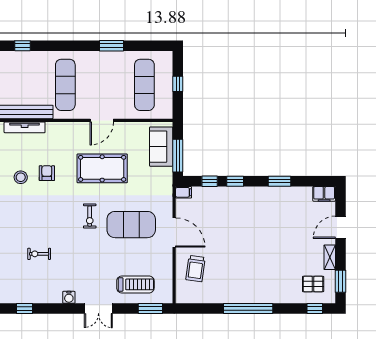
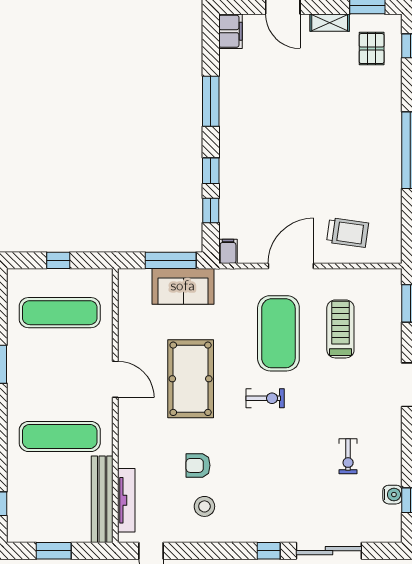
sofa: (161, 147) -> (183, 286), moved
window: (279, 181) -> (211, 101), width x1.44
exercise bike: (39, 254) -> (348, 456), moved
treadmill: (135, 284) -> (340, 329), moved
water cooler: (69, 297) -> (392, 495), moved

